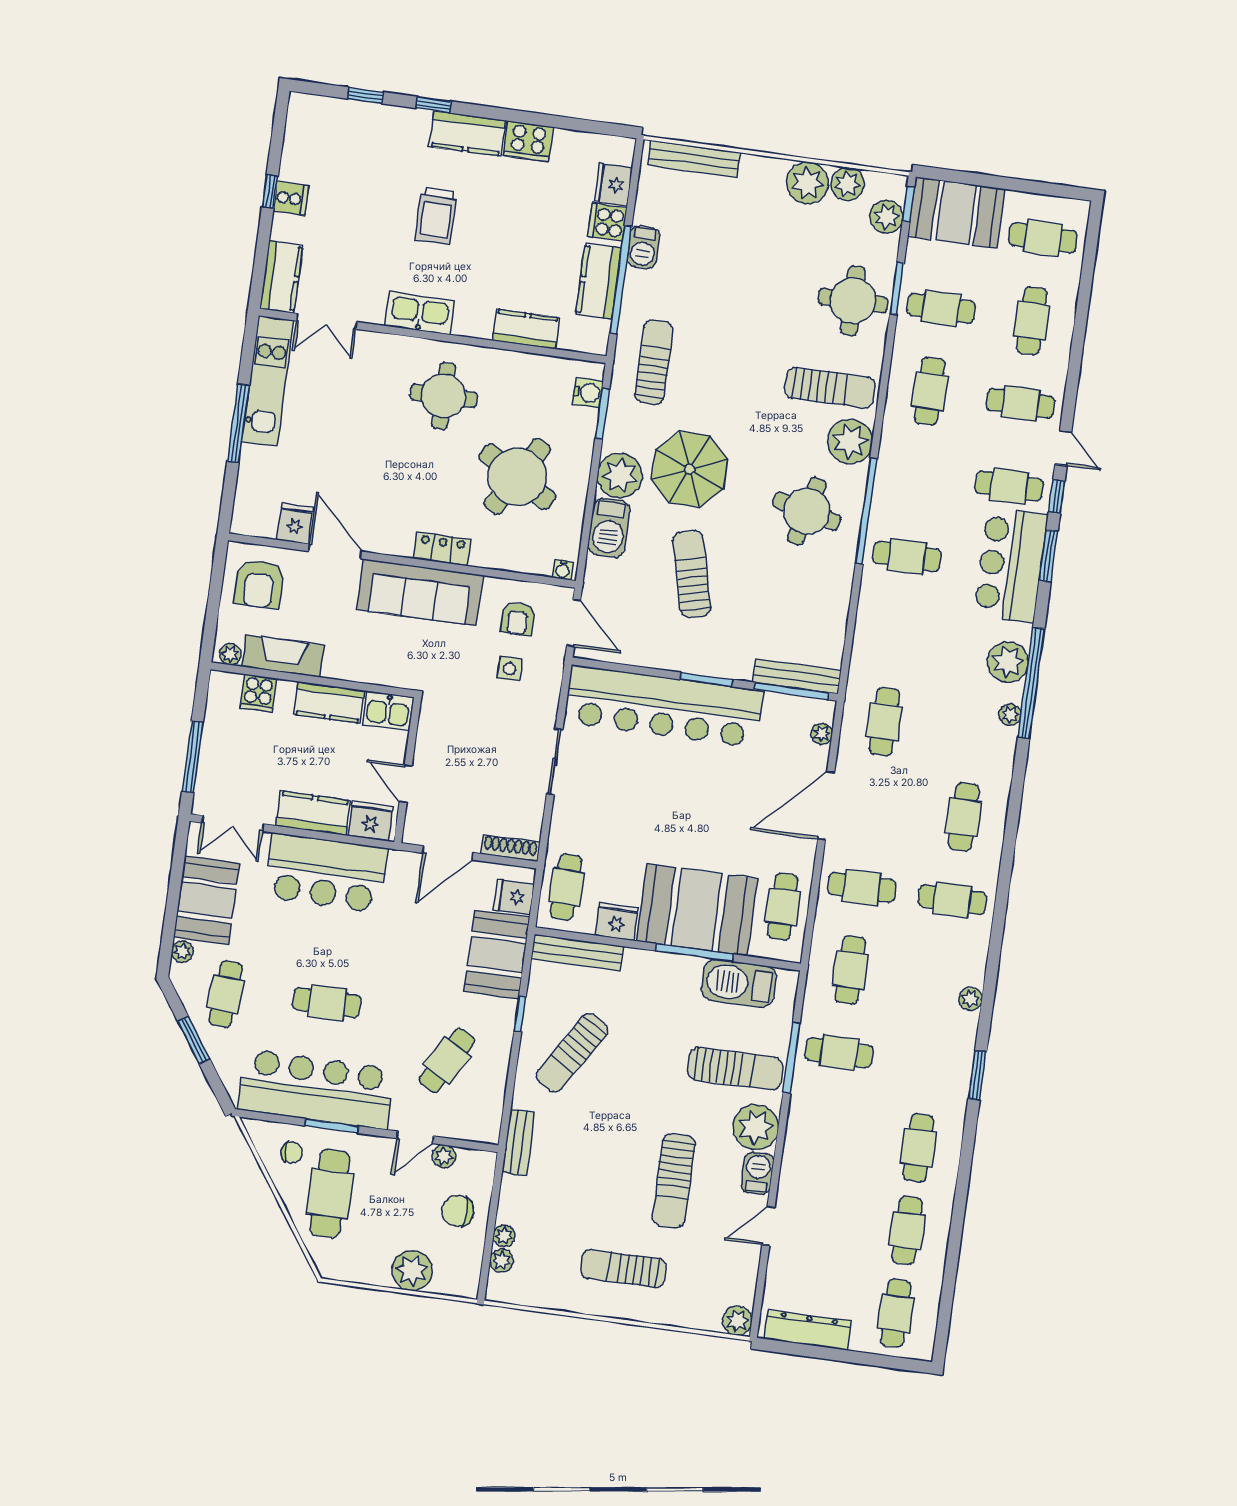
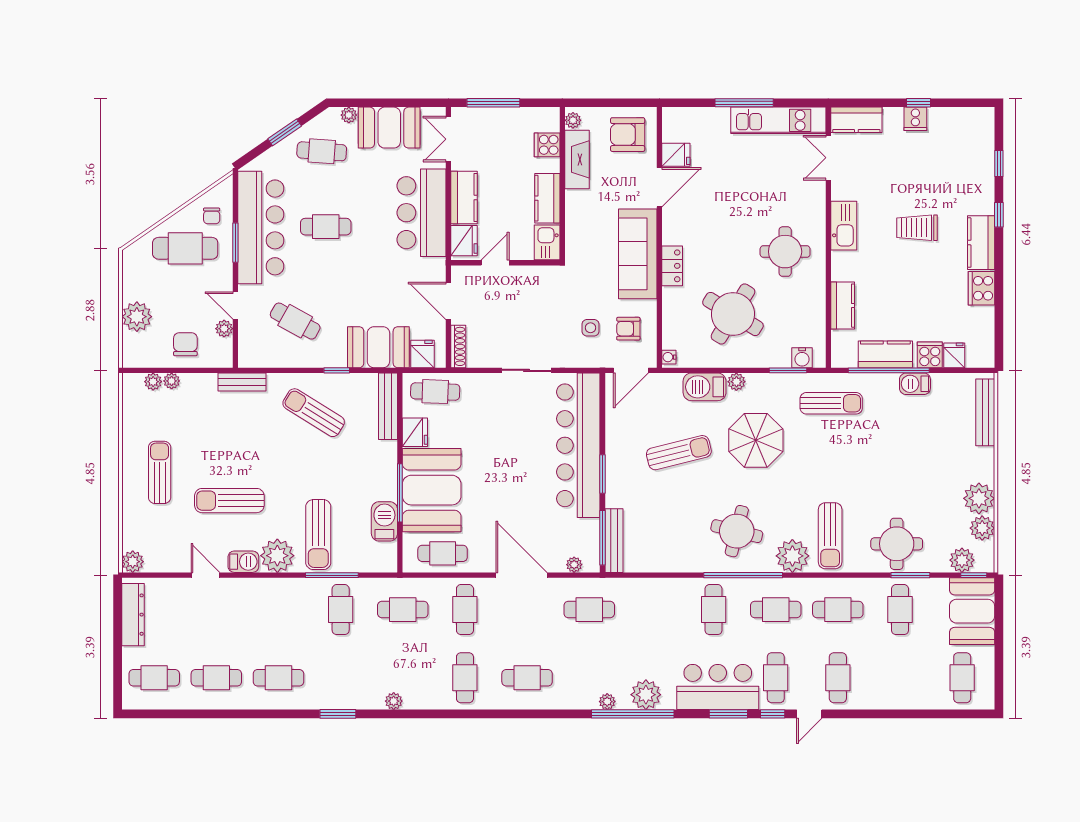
fridge: (613, 184) -> (954, 355), width x0.72
cafe table: (1032, 321) -> (776, 610), moved
plant: (620, 475) -> (736, 382), width x0.53, depth x0.53
barbecue: (739, 983) -> (384, 521), width x0.73, depth x0.83
cafe table: (327, 1003) -> (326, 227), turned 90

